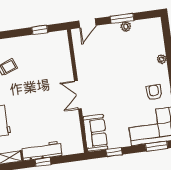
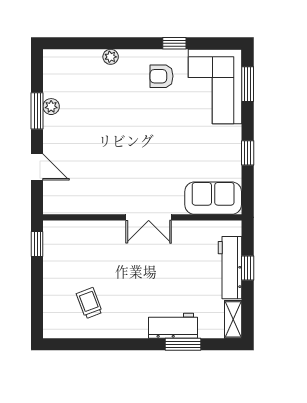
wall: (77, 91) -> (142, 217), moved
double door: (78, 95) -> (149, 217), moved
sofa: (95, 133) -> (213, 198), moved

